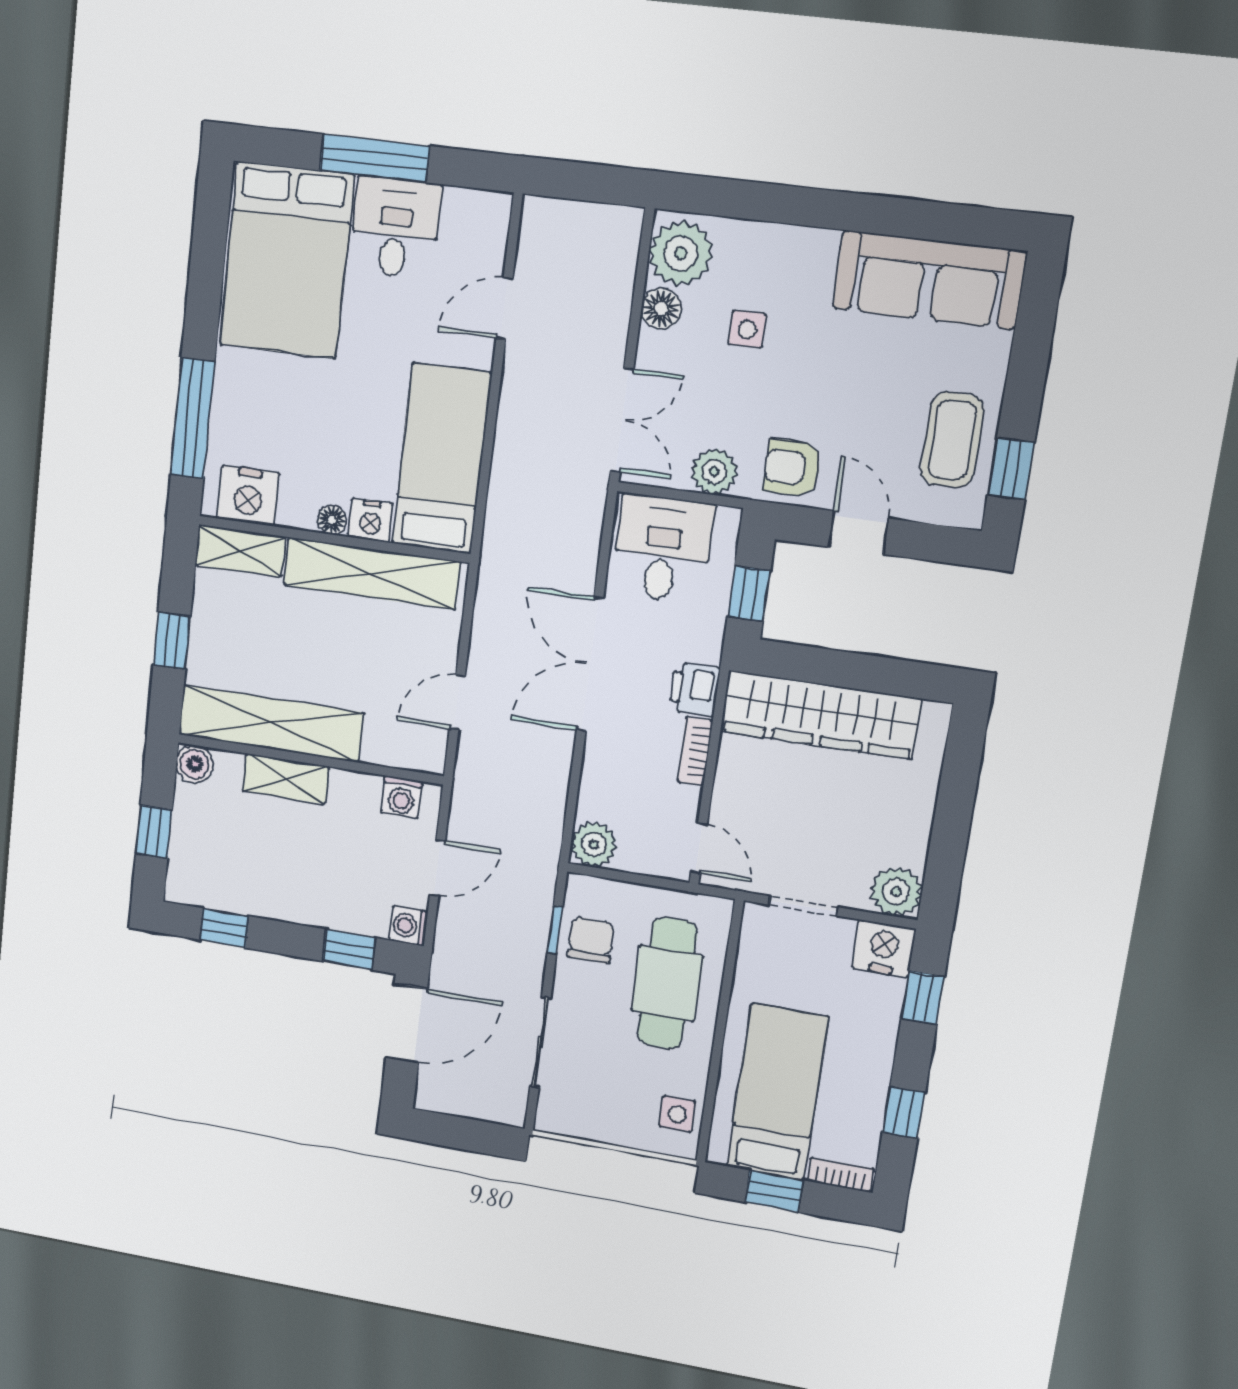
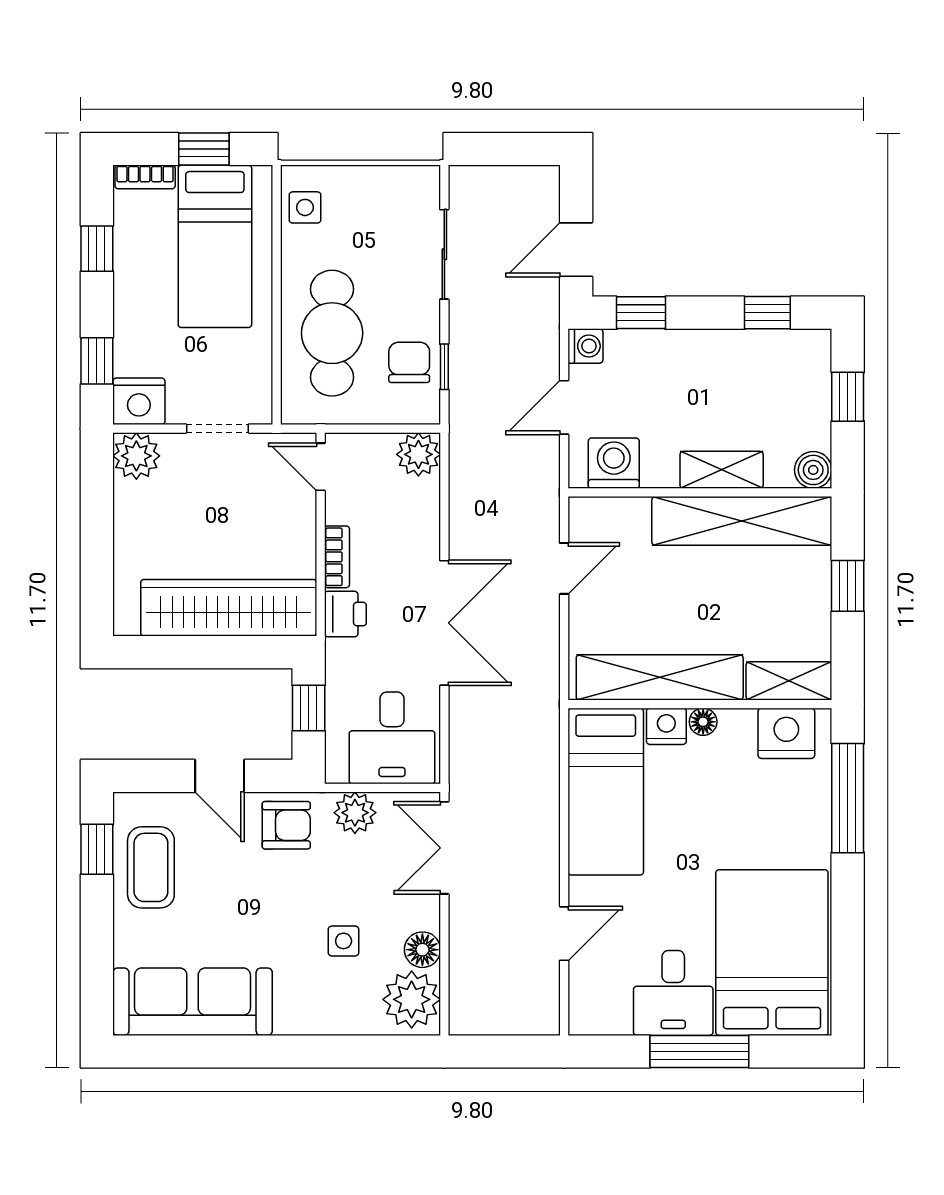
washing machine: (401, 797) -> (614, 463), width x1.38, depth x1.38
chair: (591, 940) -> (409, 362), turned 180
door: (407, 1023) -> (576, 250), width x0.73

